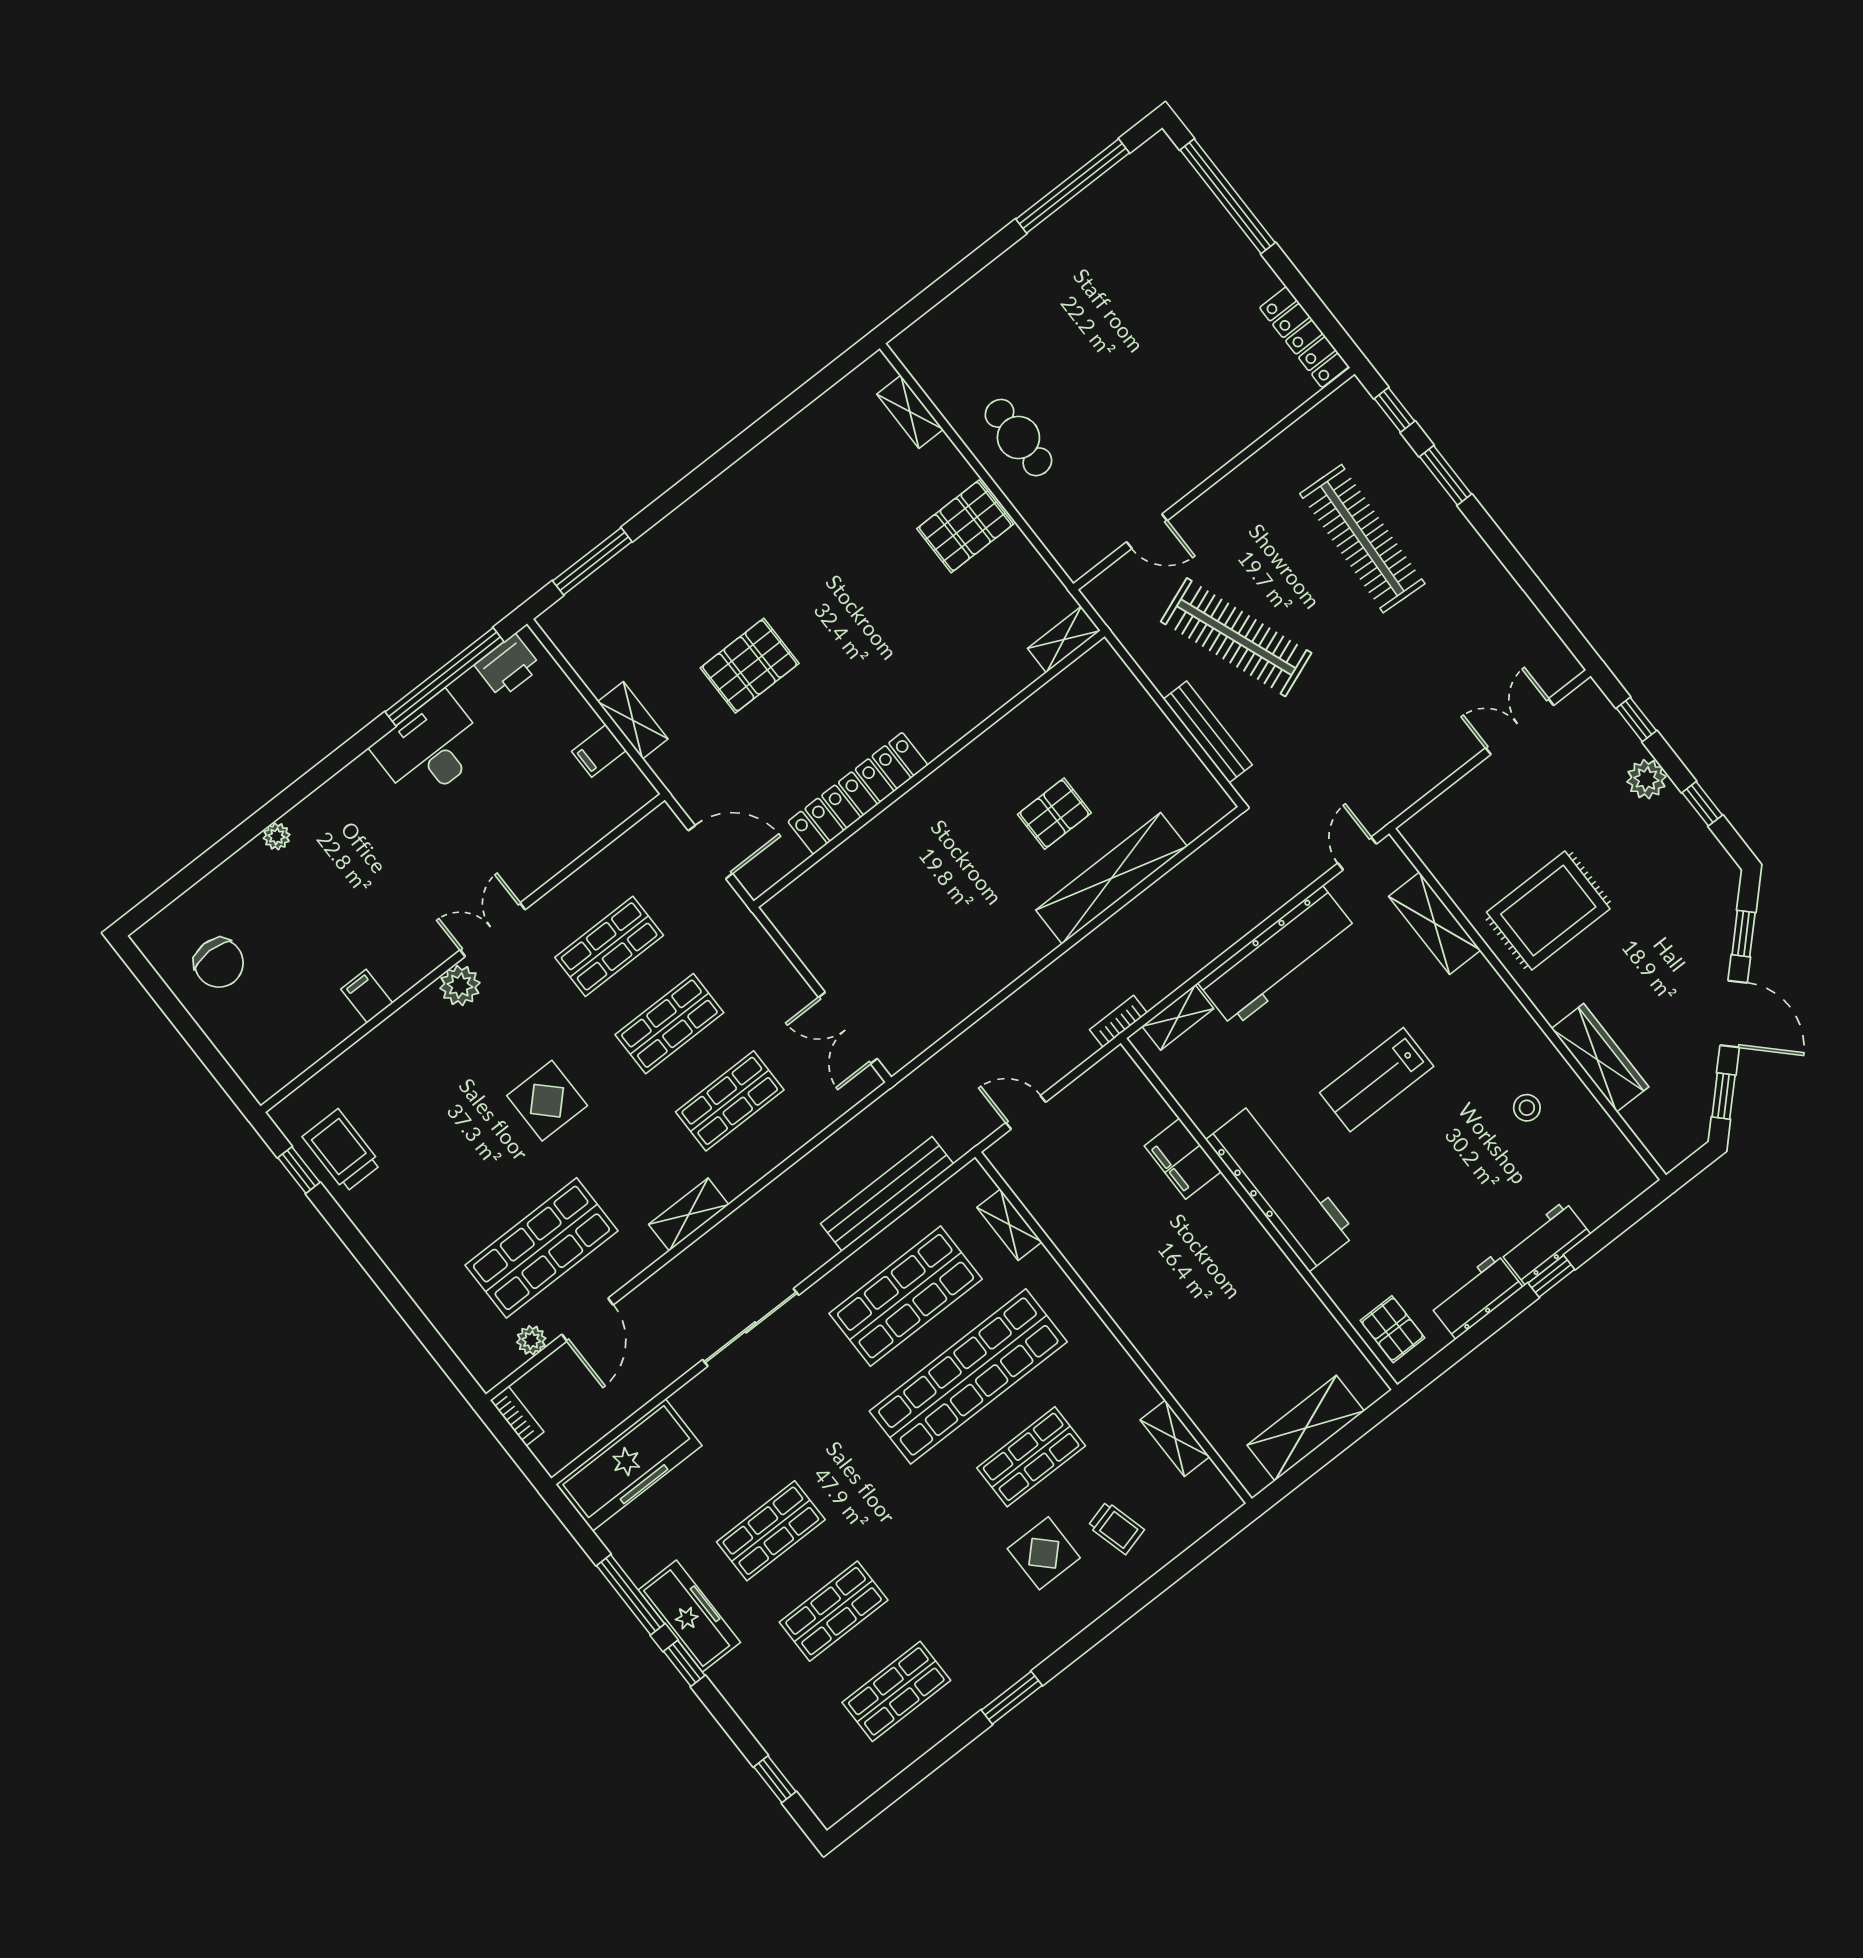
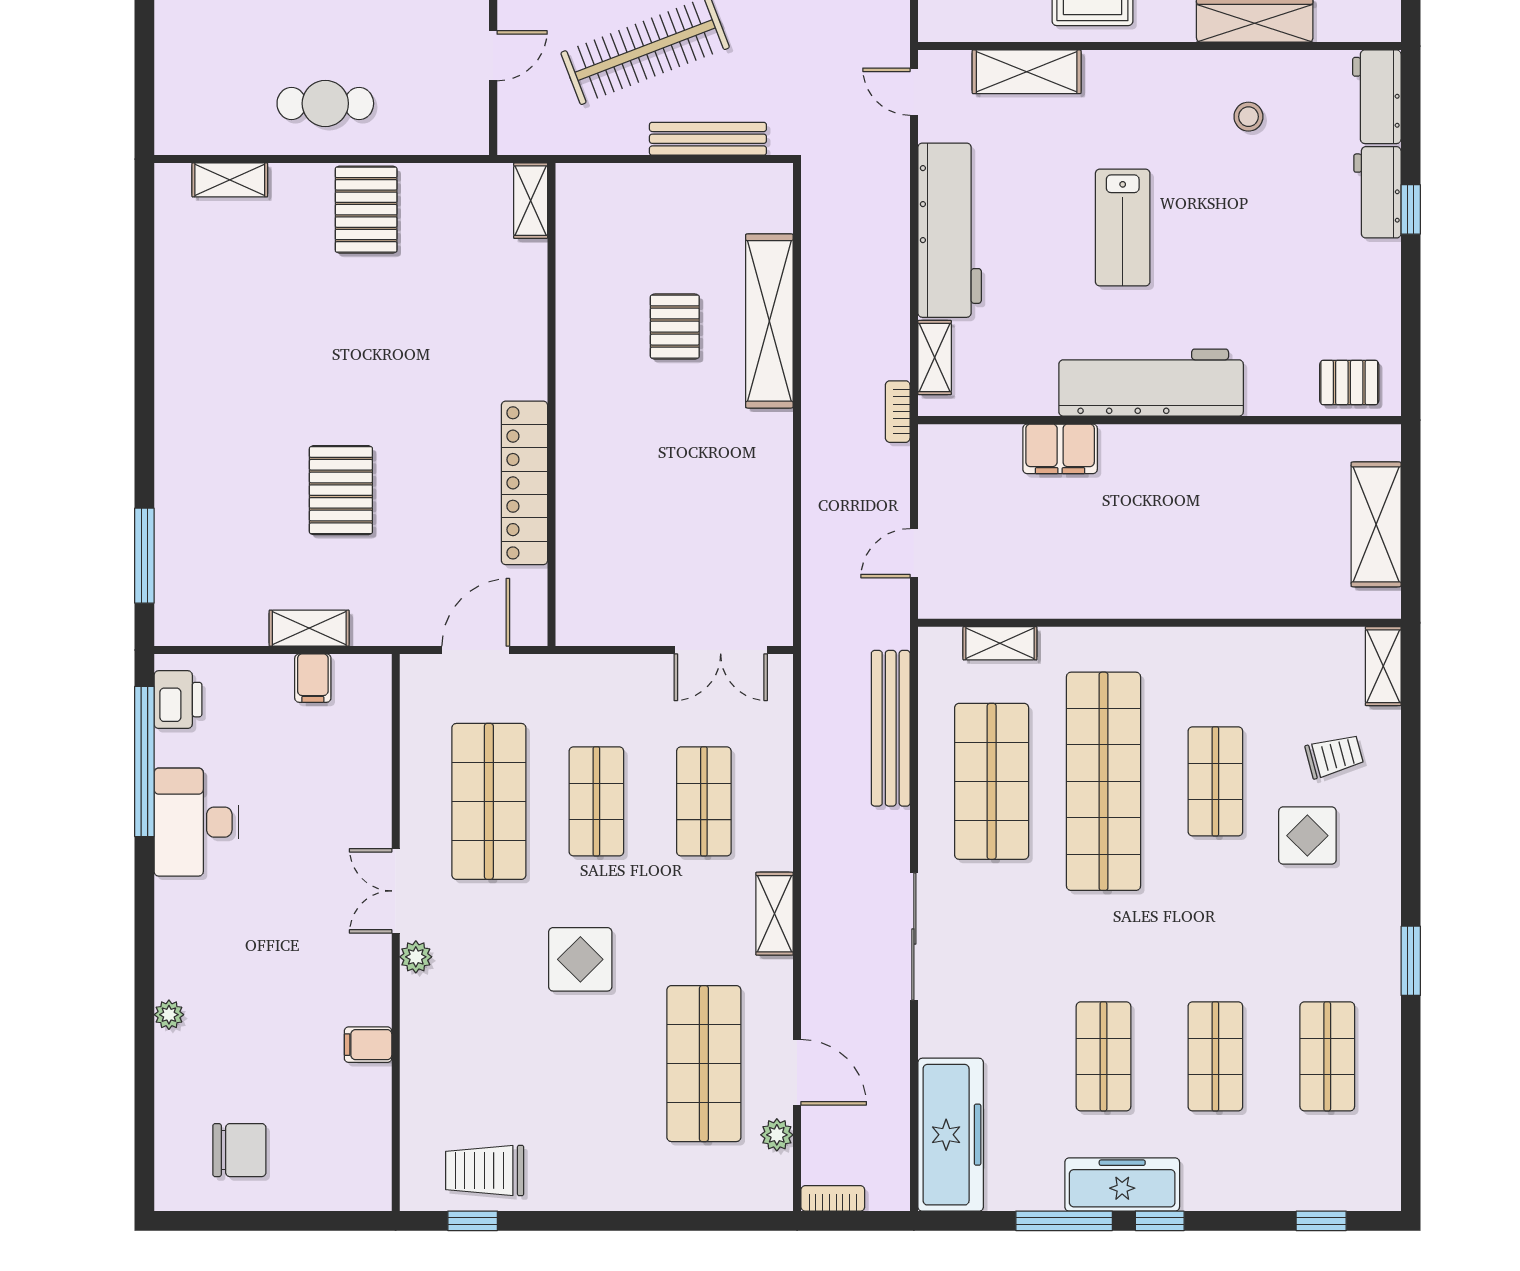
shop shelf: (609, 946) -> (489, 801), width x1.43, depth x1.36
plant: (460, 986) -> (416, 957), width x0.73, depth x0.73
workbench: (1476, 1296) -> (1377, 97), moved
shelving: (1175, 1438) -> (1383, 666), moved, turned 90

